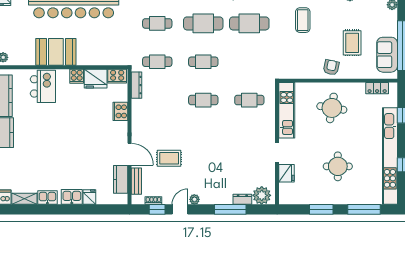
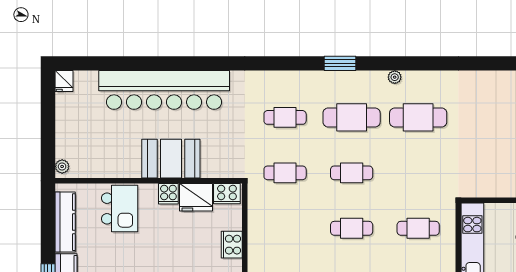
coffee table: (303, 20) -> (496, 113), removed
booth: (56, 52) -> (171, 159), moved
dresser: (136, 85) -> (255, 207), removed

